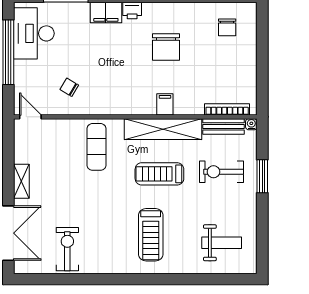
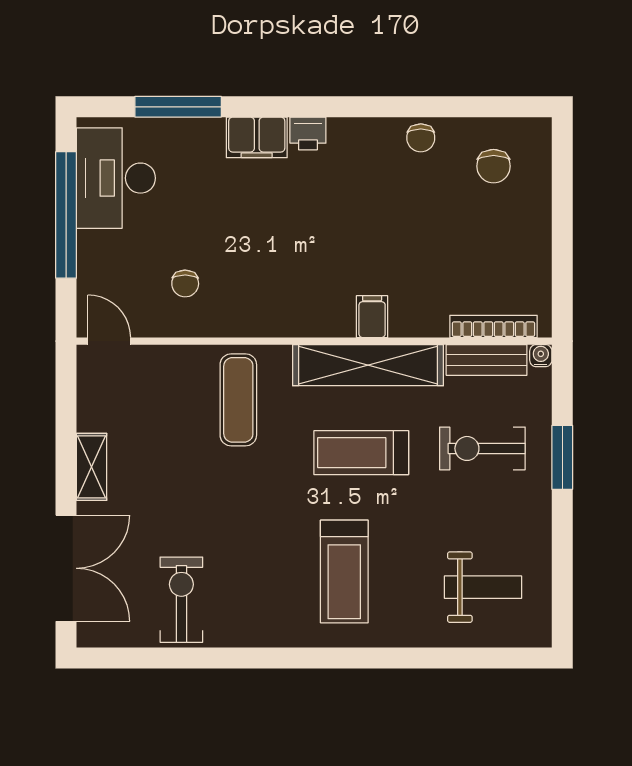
chair: (166, 47) -> (421, 138), moved, width x0.54, depth x0.54
chair: (69, 87) -> (185, 283), turned -120

